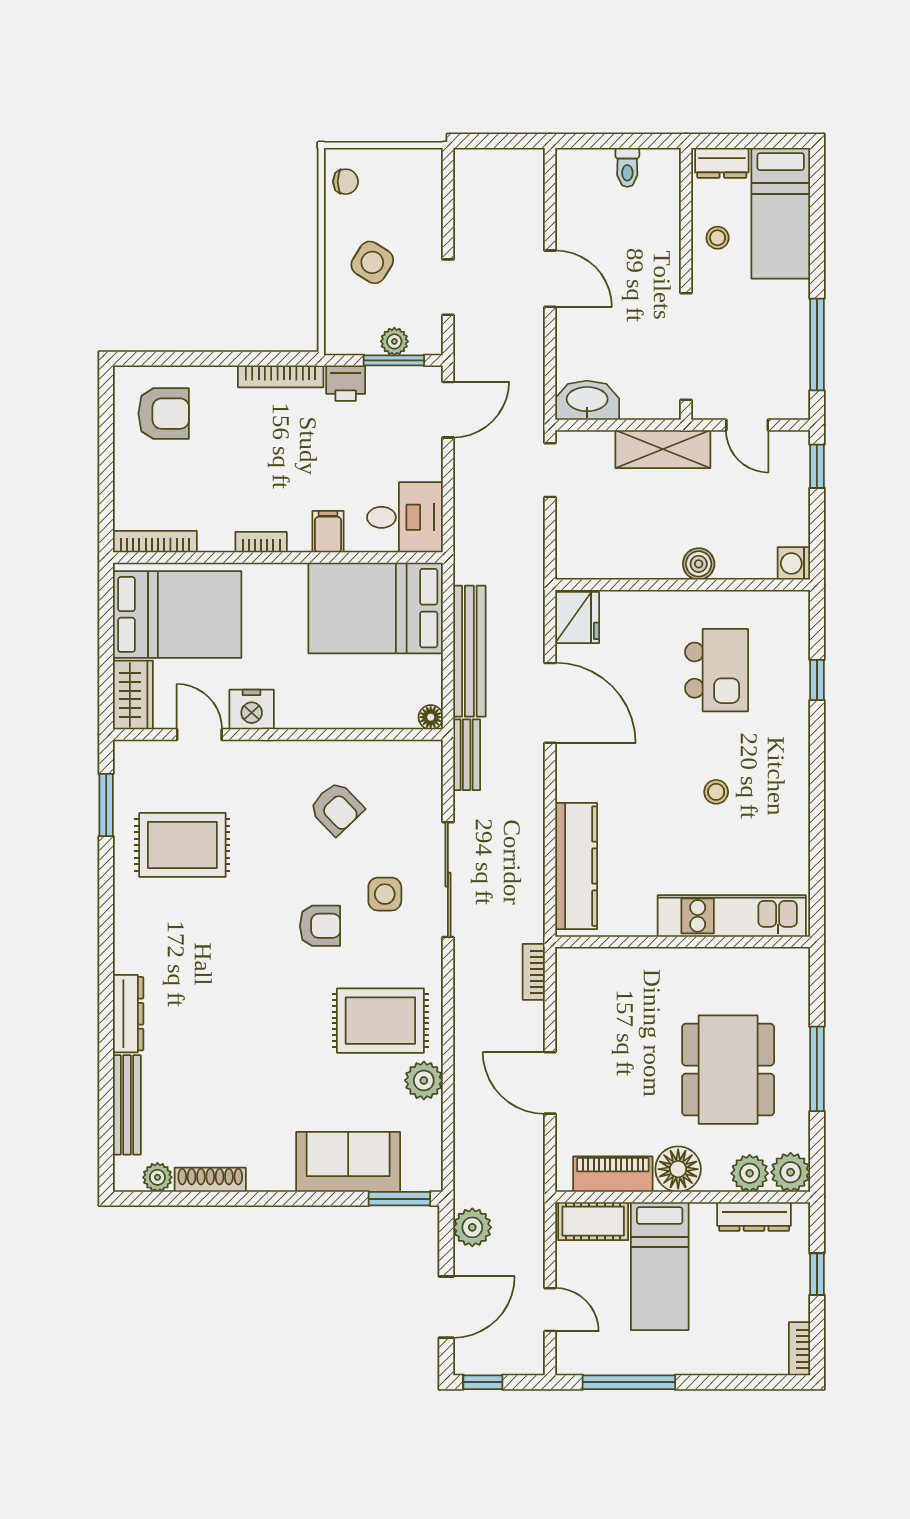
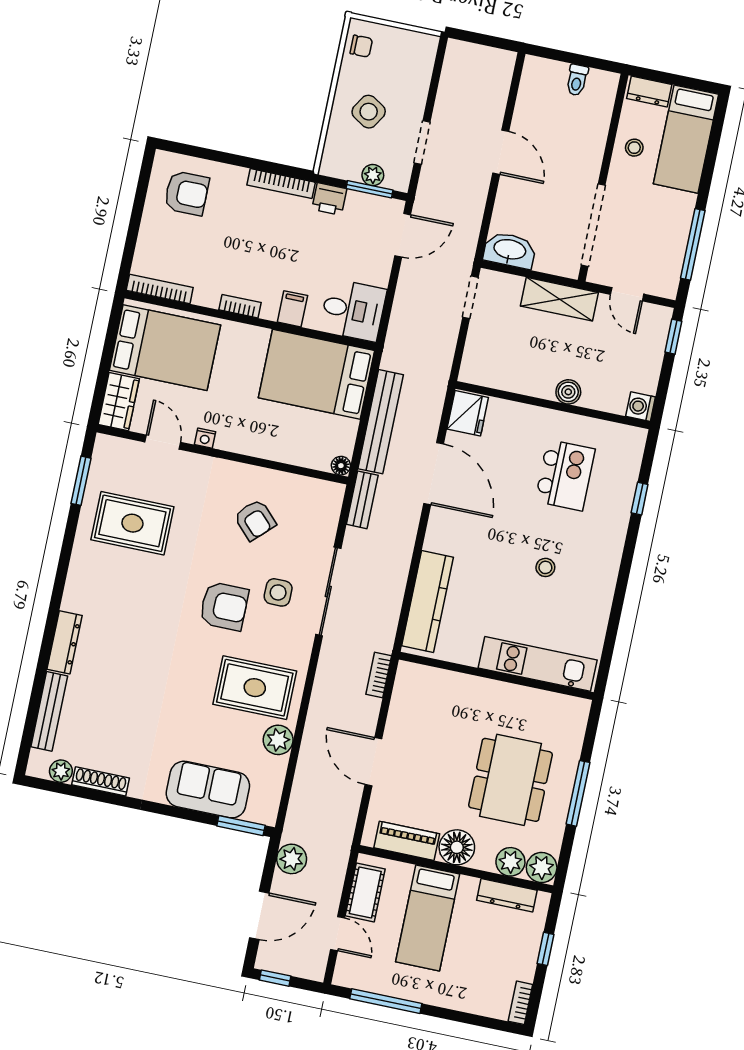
nightstand: (252, 709) -> (205, 438), width x0.53, depth x0.56
armchair: (320, 926) -> (224, 606), width x1.38, depth x1.38
cot: (593, 1221) -> (365, 892), moved, turned 90

